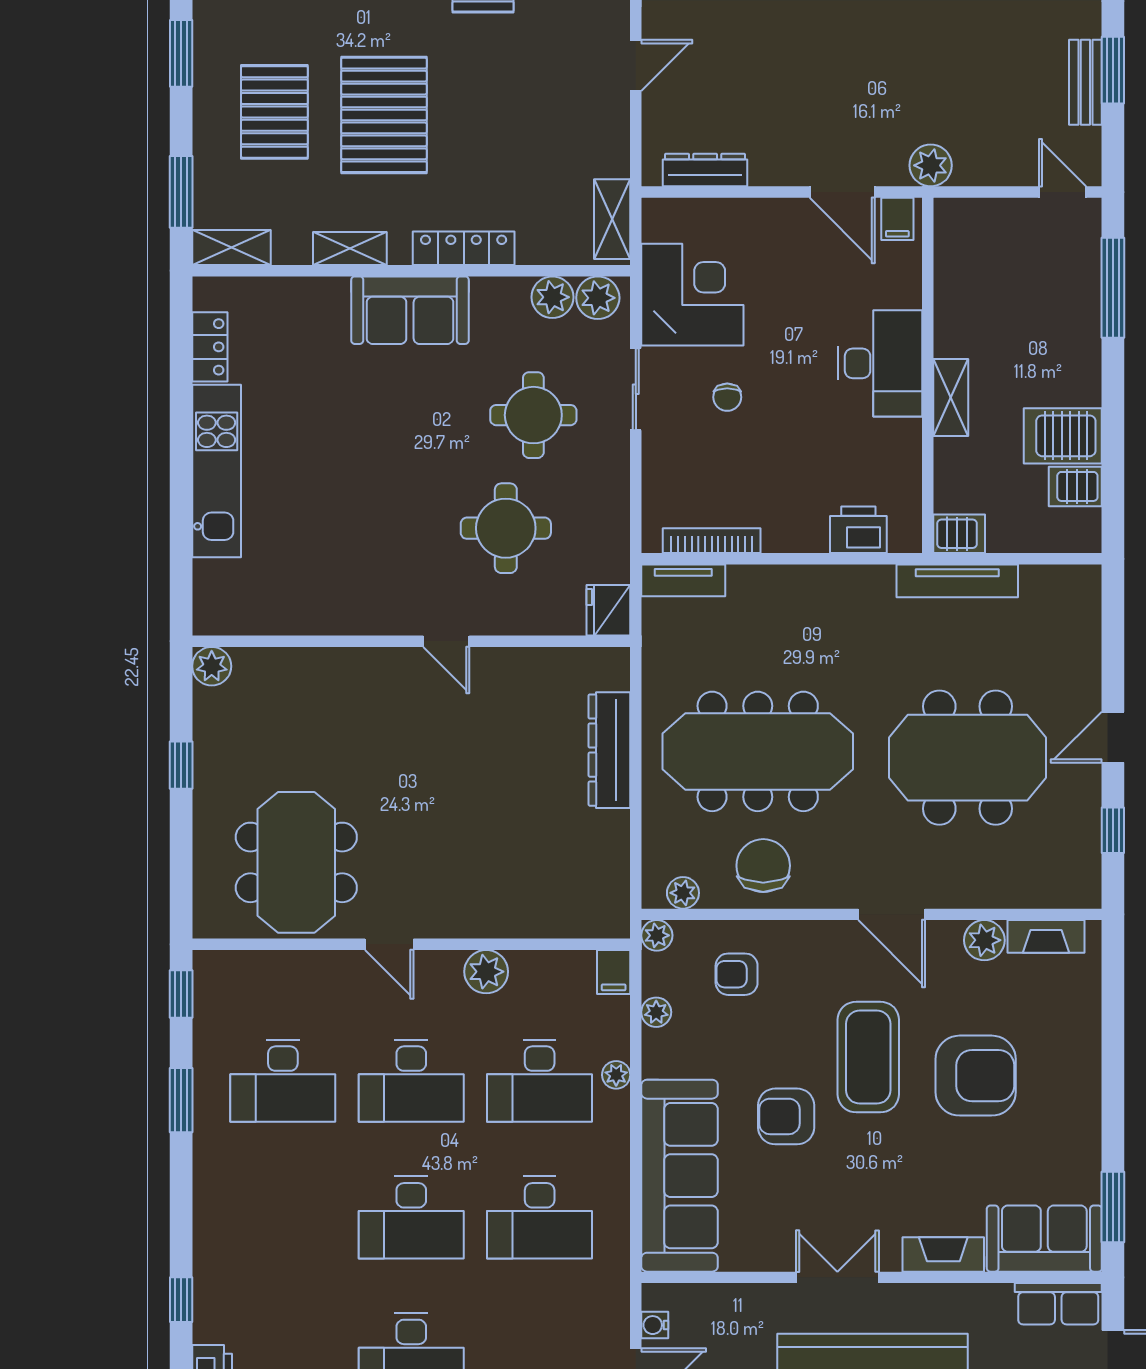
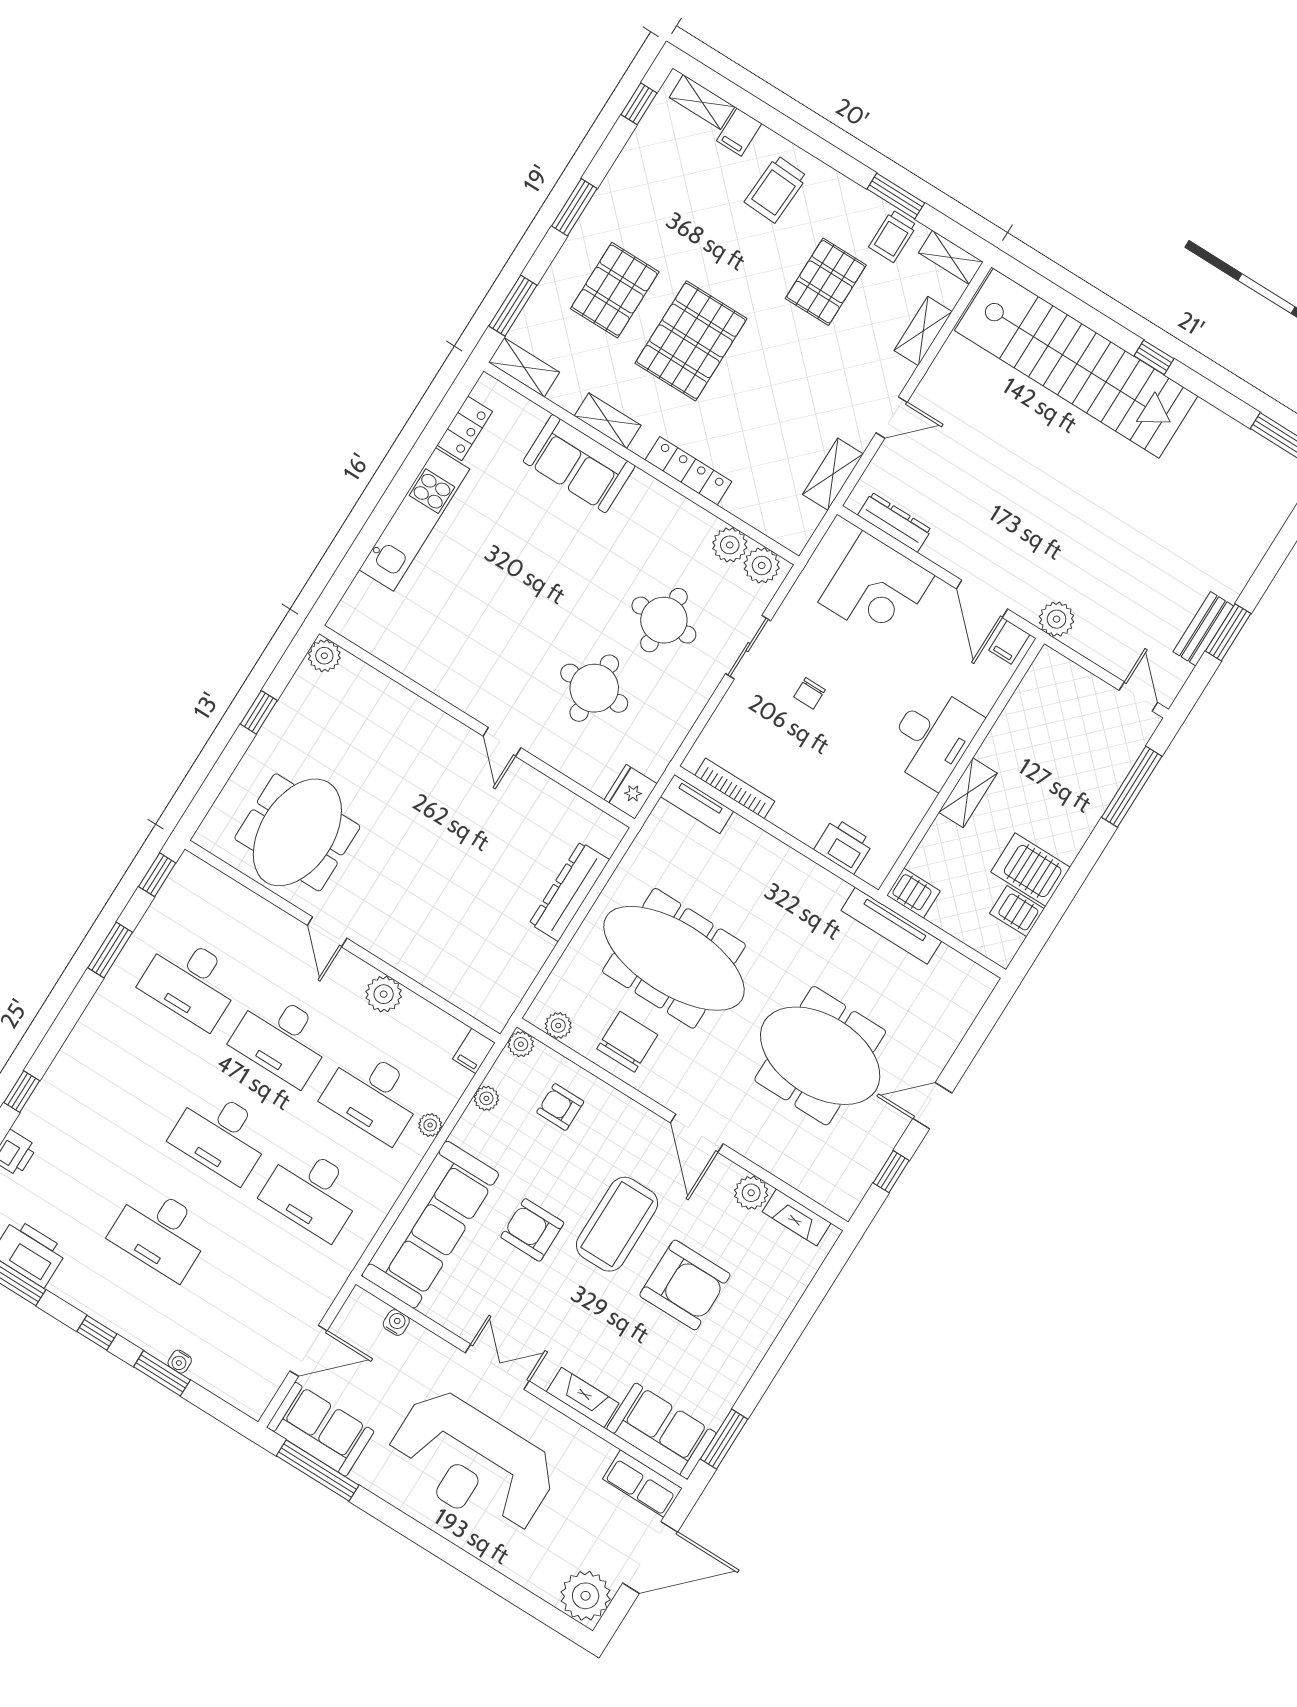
shelving: (612, 219) -> (833, 474), moved
corner desk: (692, 295) -> (876, 589), moved, turned 90
sofa: (410, 310) -> (579, 464), moved
water cooler: (655, 1325) -> (396, 1323), moved, turned 90

